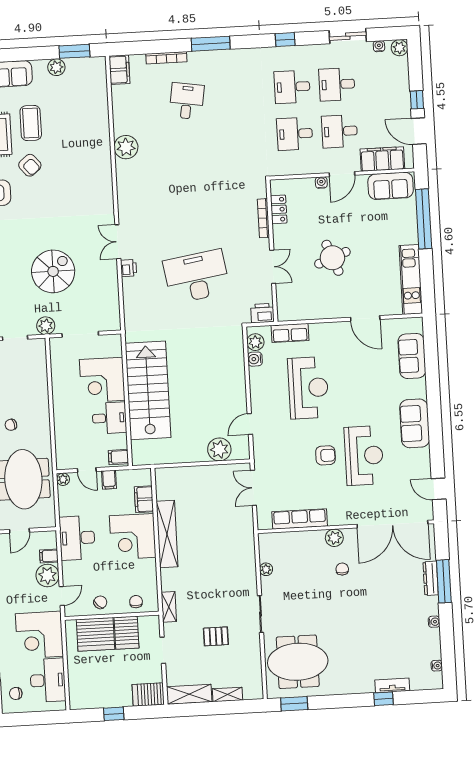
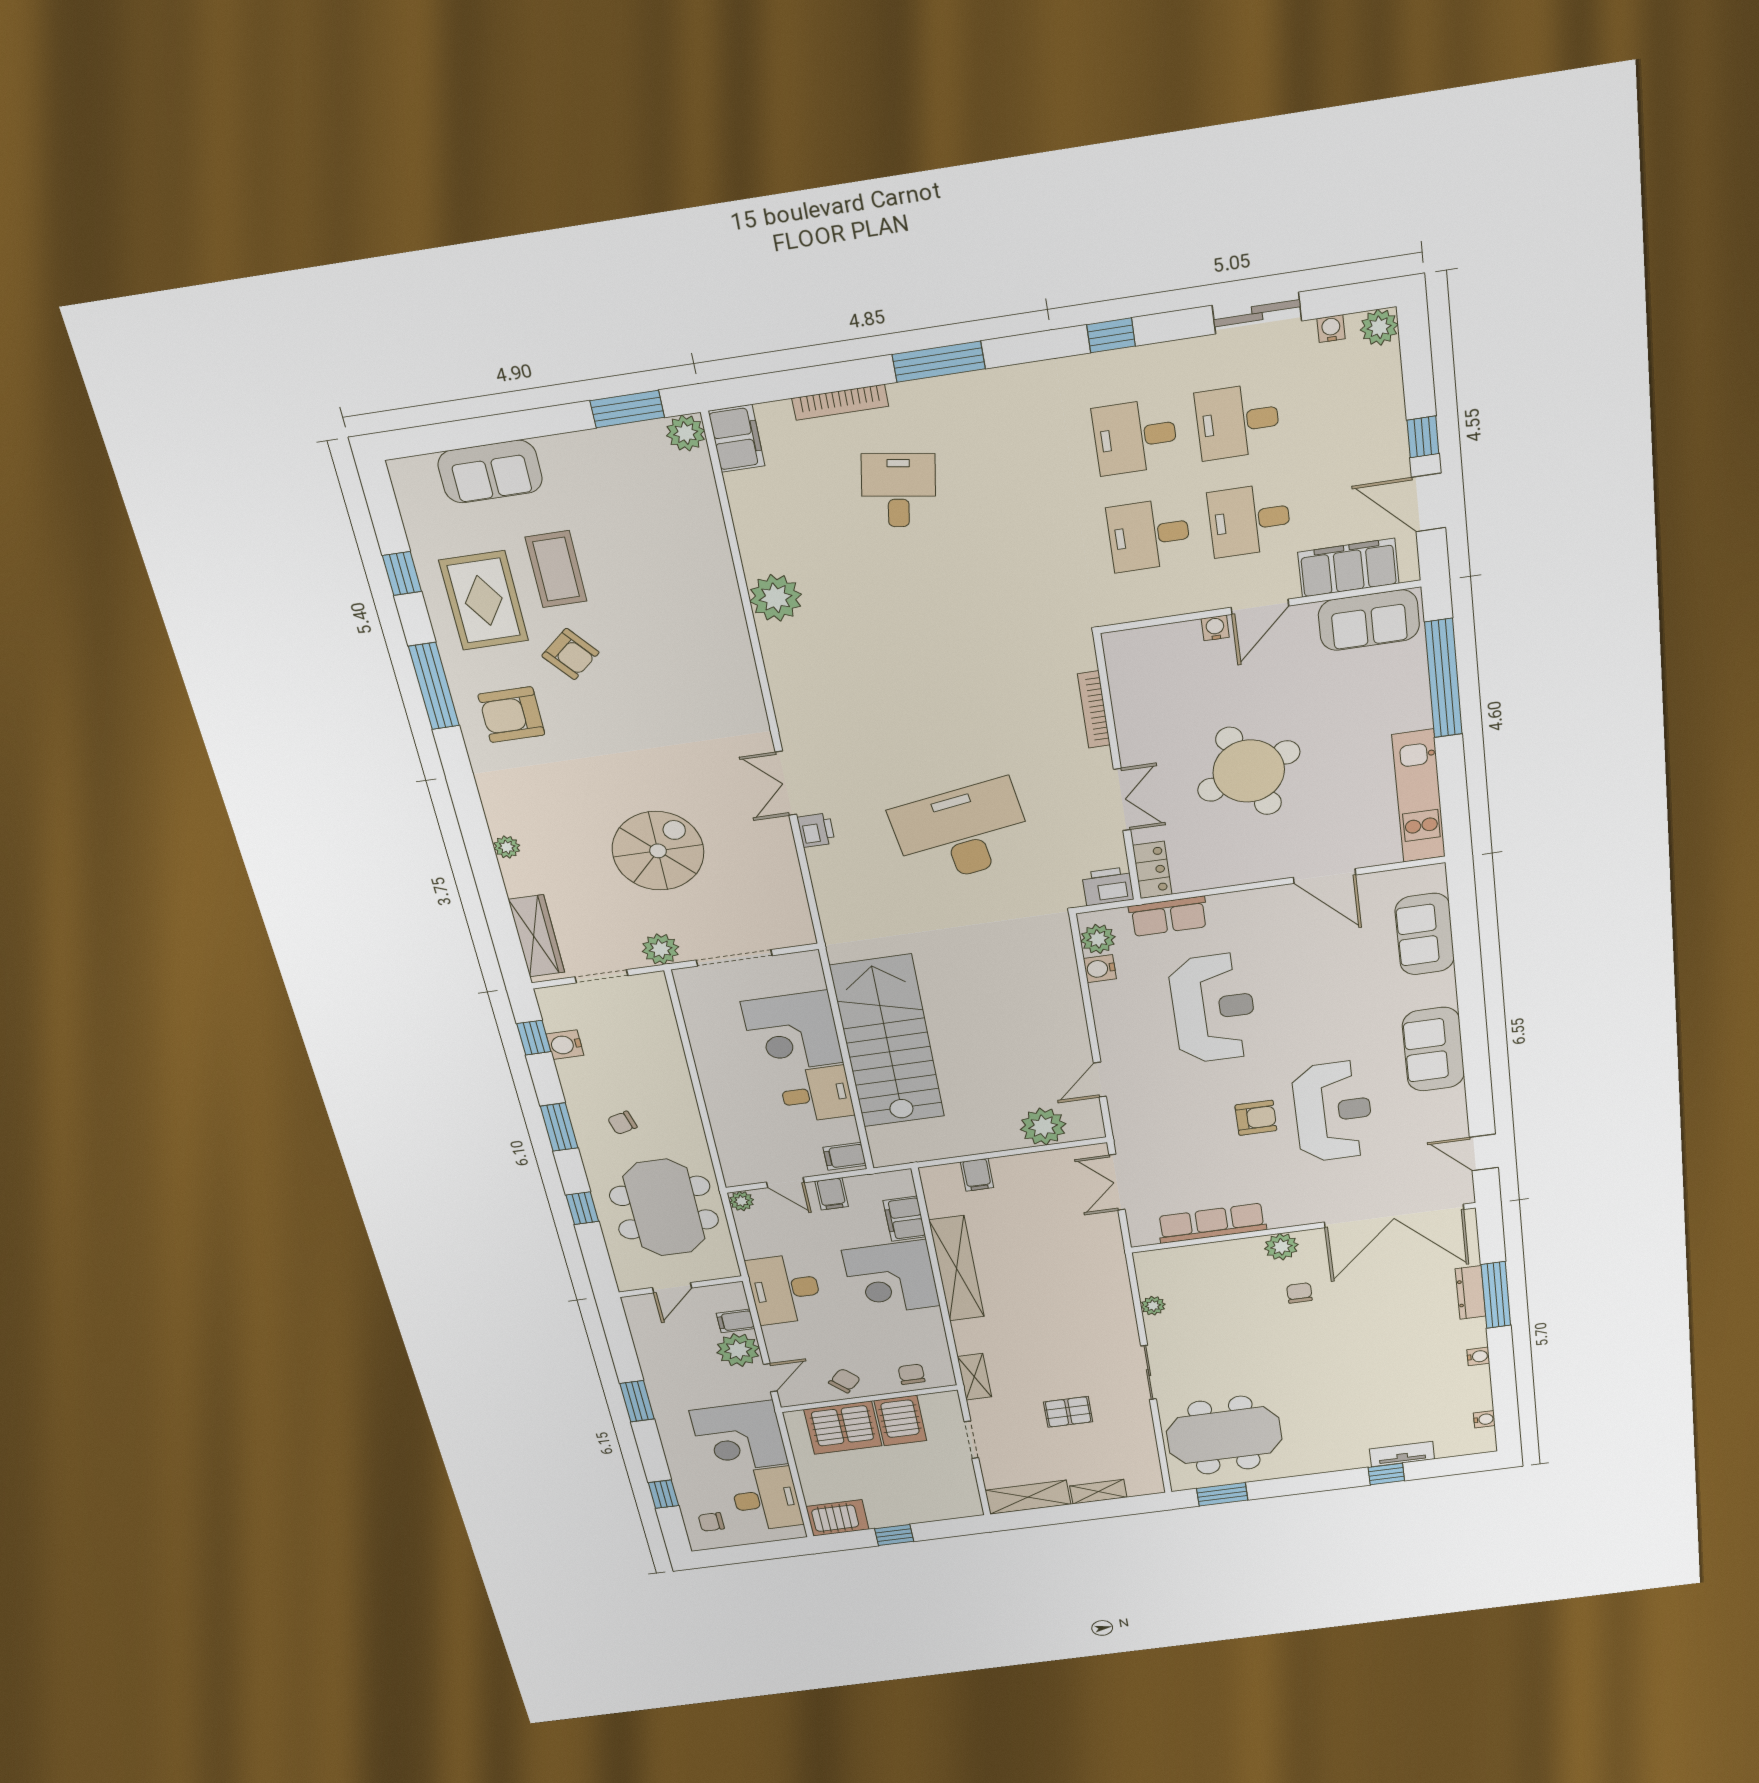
plant: (56, 67) -> (686, 433), moved
locker: (279, 209) -> (1152, 870), moved
round table: (332, 258) -> (1249, 771), width x1.36, depth x1.36
filing cabinet: (184, 476) -> (977, 1175), added
server rack: (148, 694) -> (837, 1518), moved, turned 180

